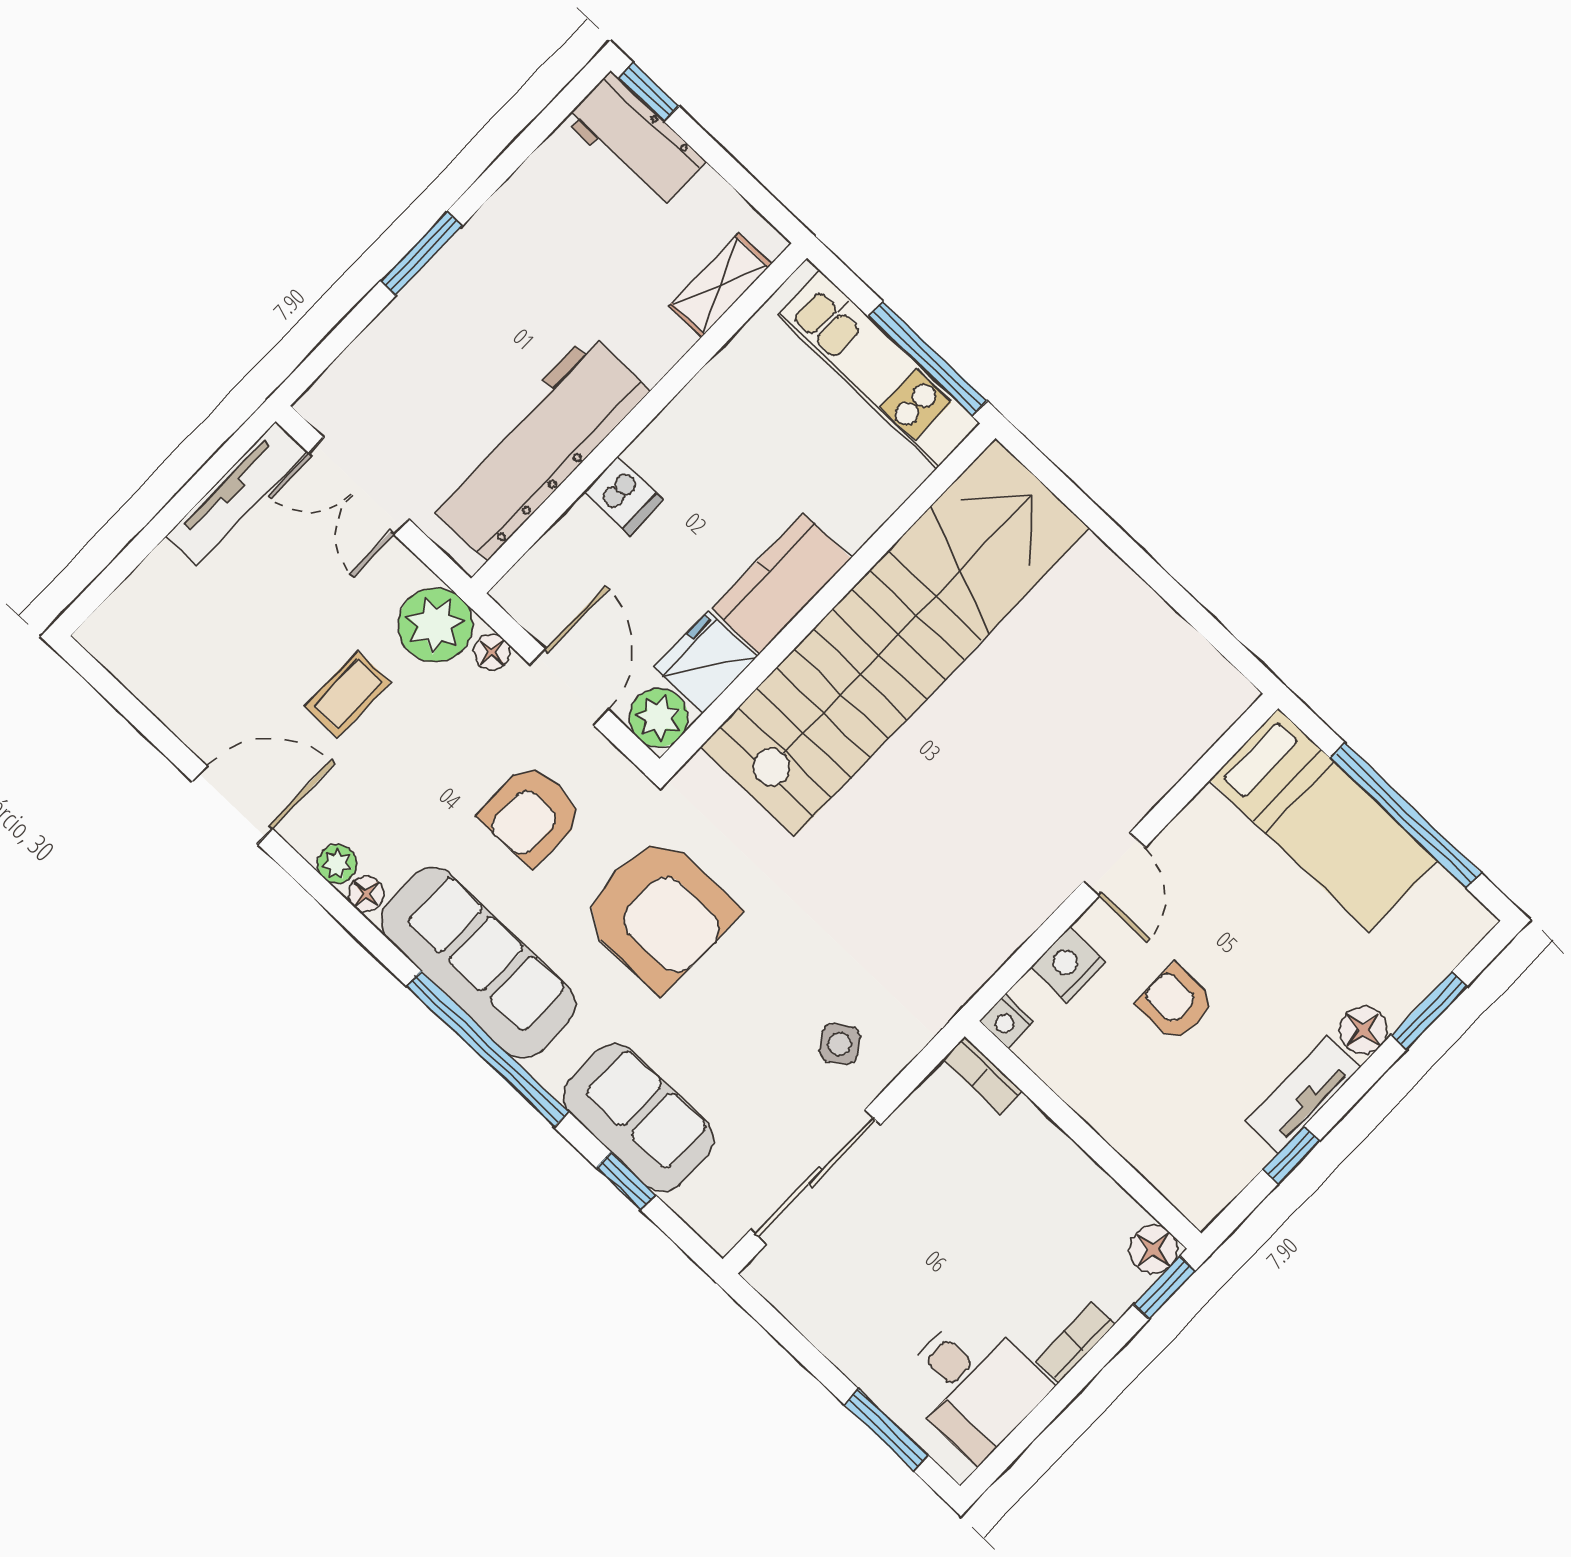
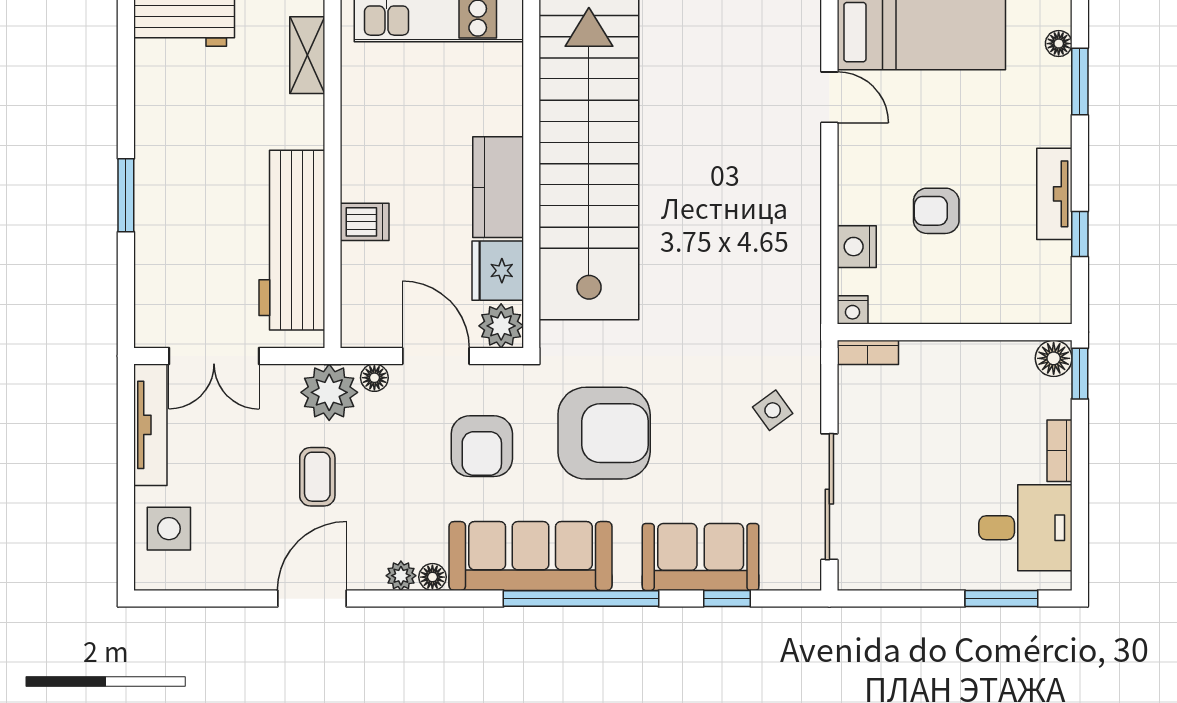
side table: (160, 609) -> (169, 529), added
door: (1114, 864) -> (829, 97), moved
floor lamp: (1363, 1030) -> (1059, 44), moved, width x0.73, depth x0.73

